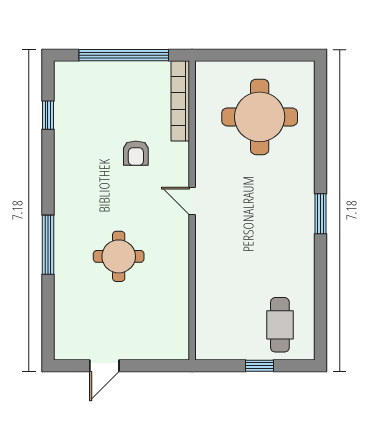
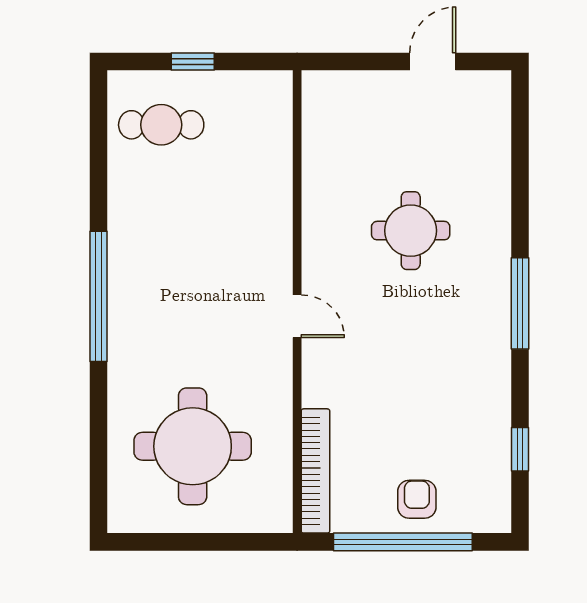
armchair: (136, 153) -> (417, 499), moved
window: (320, 214) -> (99, 296), width x2.11
window: (48, 245) -> (520, 303), moved
cafe table: (280, 325) -> (161, 125), turned 90

